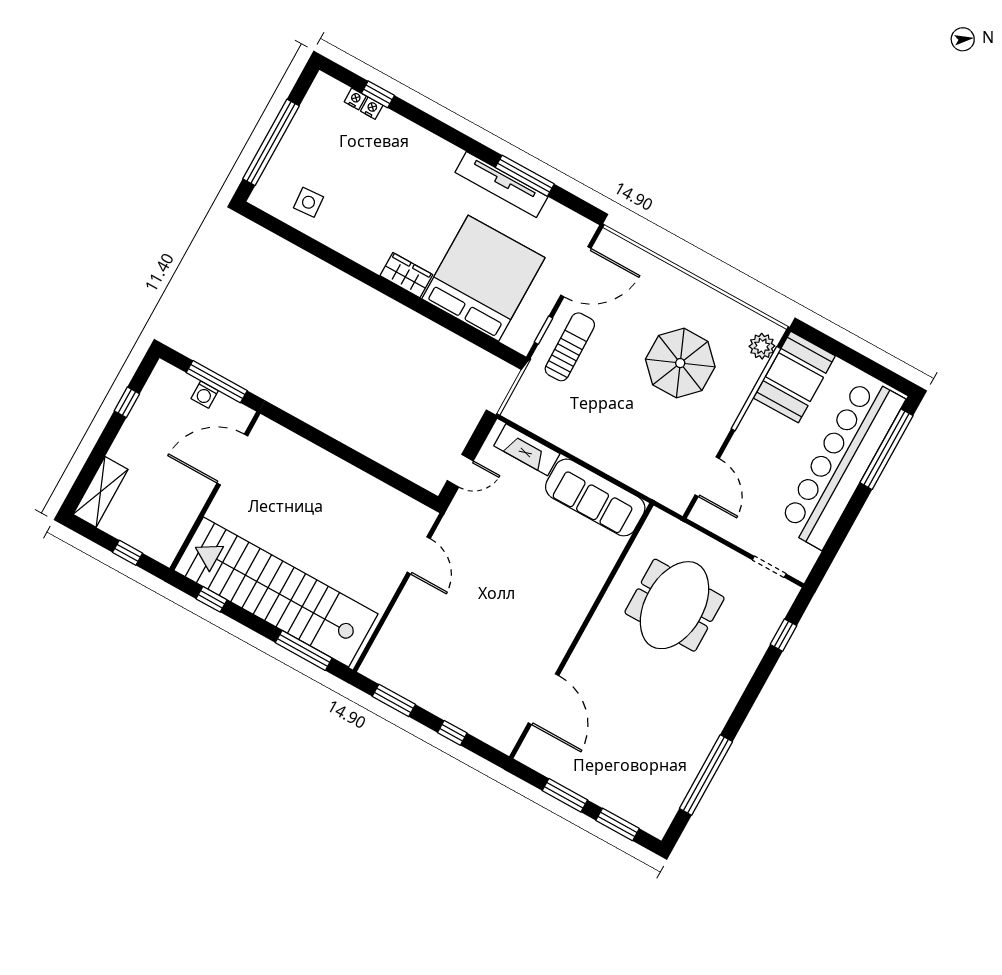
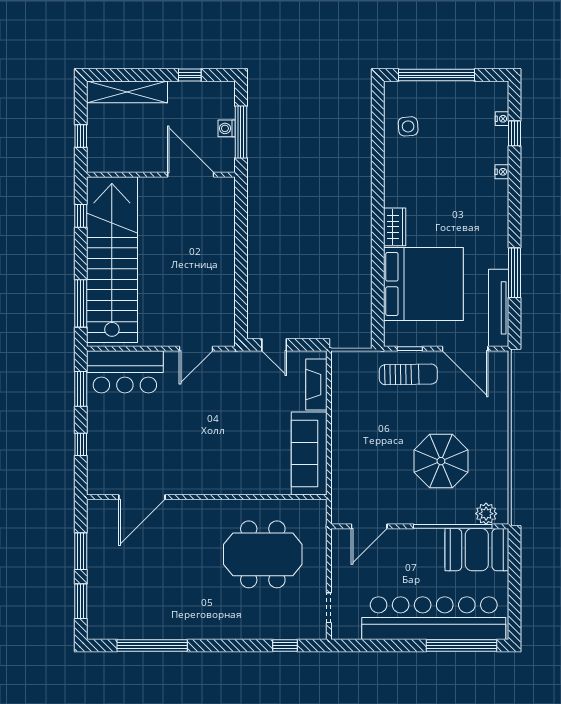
nightstand: (372, 108) -> (502, 172), moved
tv unit: (501, 185) -> (499, 308), moved
shelving: (100, 492) -> (127, 92), width x1.47
bar counter: (402, 644) -> (125, 372), added

